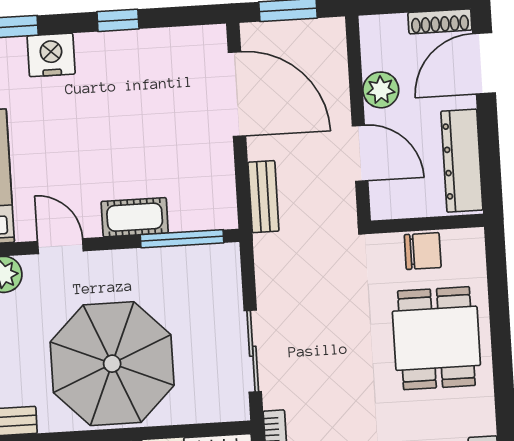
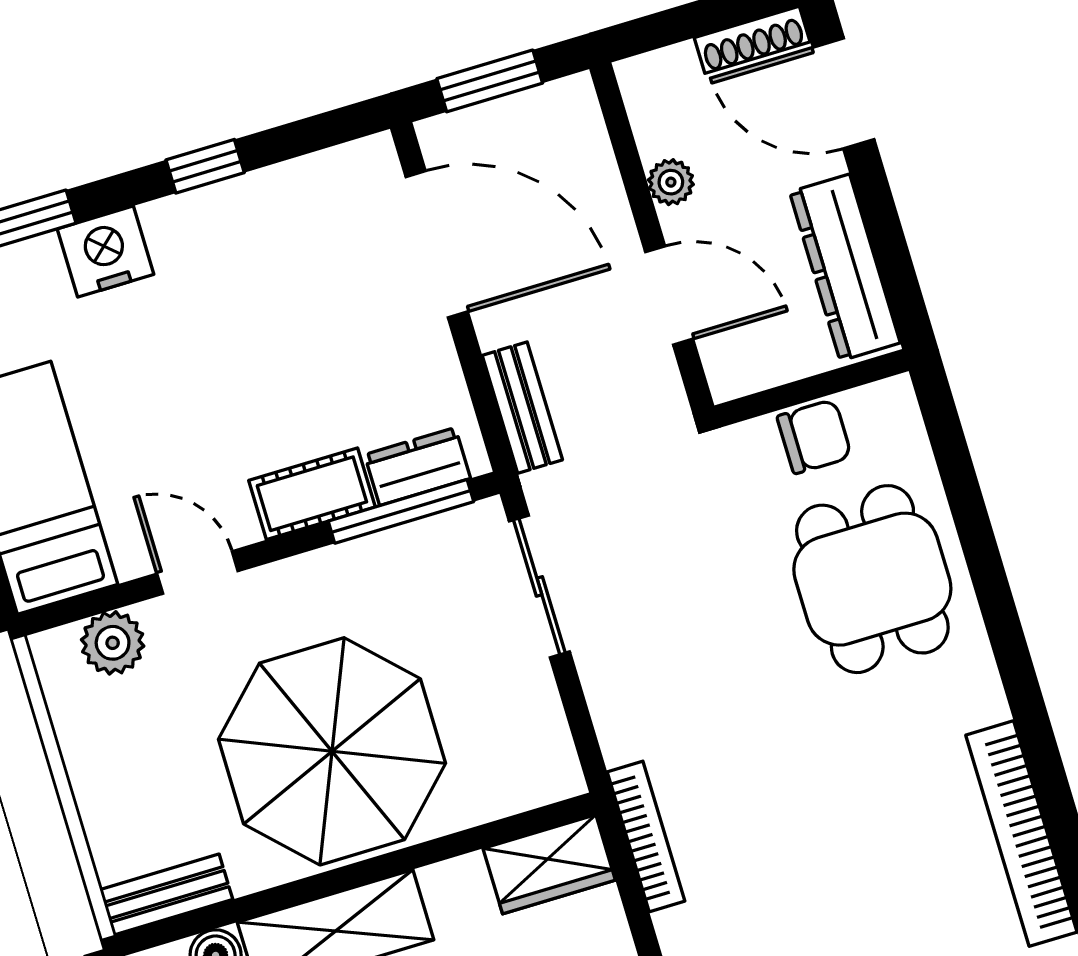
door: (484, 63) -> (844, 93), hinge flipped
plant: (381, 90) -> (671, 182), width x0.73, depth x0.73
dresser: (197, 216) -> (418, 467), added
sliding door: (253, 351) -> (539, 586), moved

